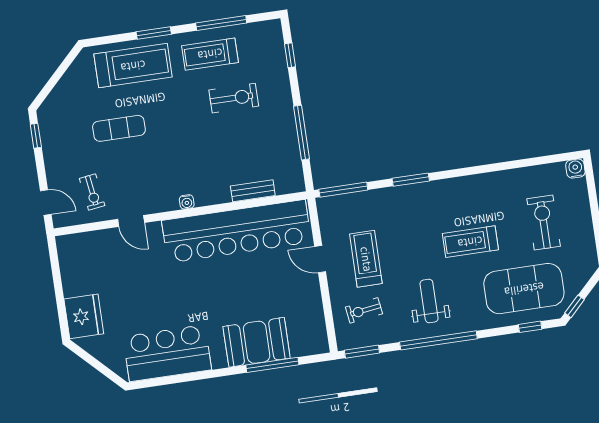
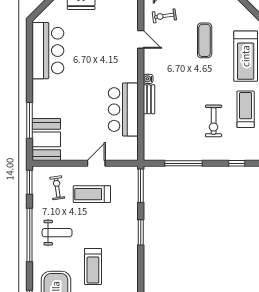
bench: (253, 191) -> (149, 99), moved
door: (131, 221) -> (141, 39), swing flipped
bar counter: (237, 231) -> (123, 110), width x0.54
treadmill: (470, 242) -> (93, 266), turned 180
treadmill: (366, 259) -> (92, 194), turned 180
booth: (257, 342) -> (46, 139), moved

